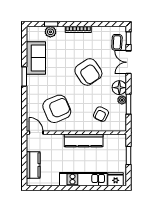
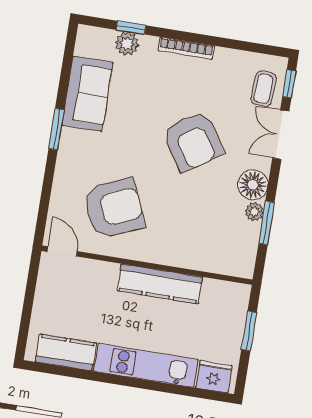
armchair: (101, 114) -> (205, 234), removed
kitchen counter: (33, 165) -> (66, 352), moved, turned -90

